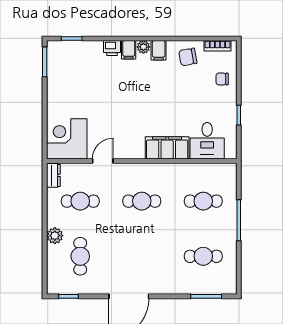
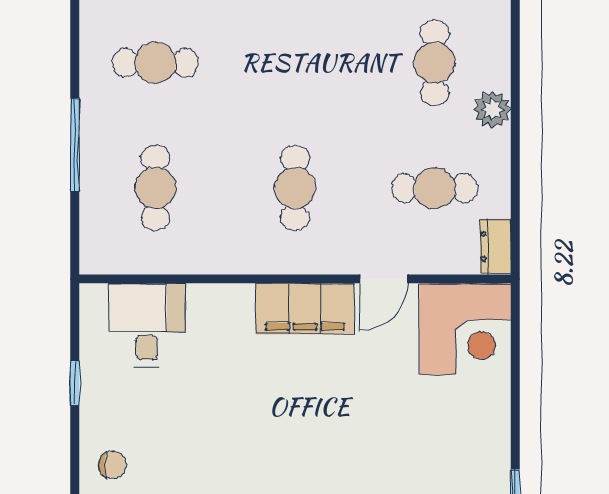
filing cabinet: (167, 148) -> (305, 309), moved
cafe table: (142, 201) -> (295, 188), turned 90
cafe table: (203, 201) -> (155, 188), turned 90

